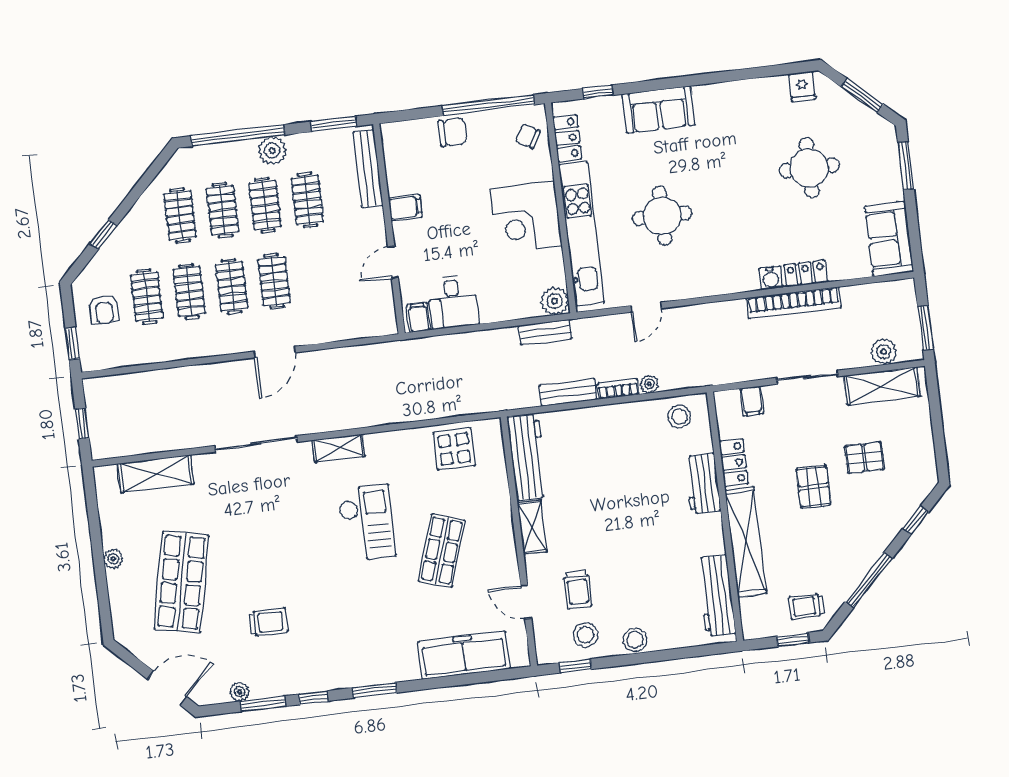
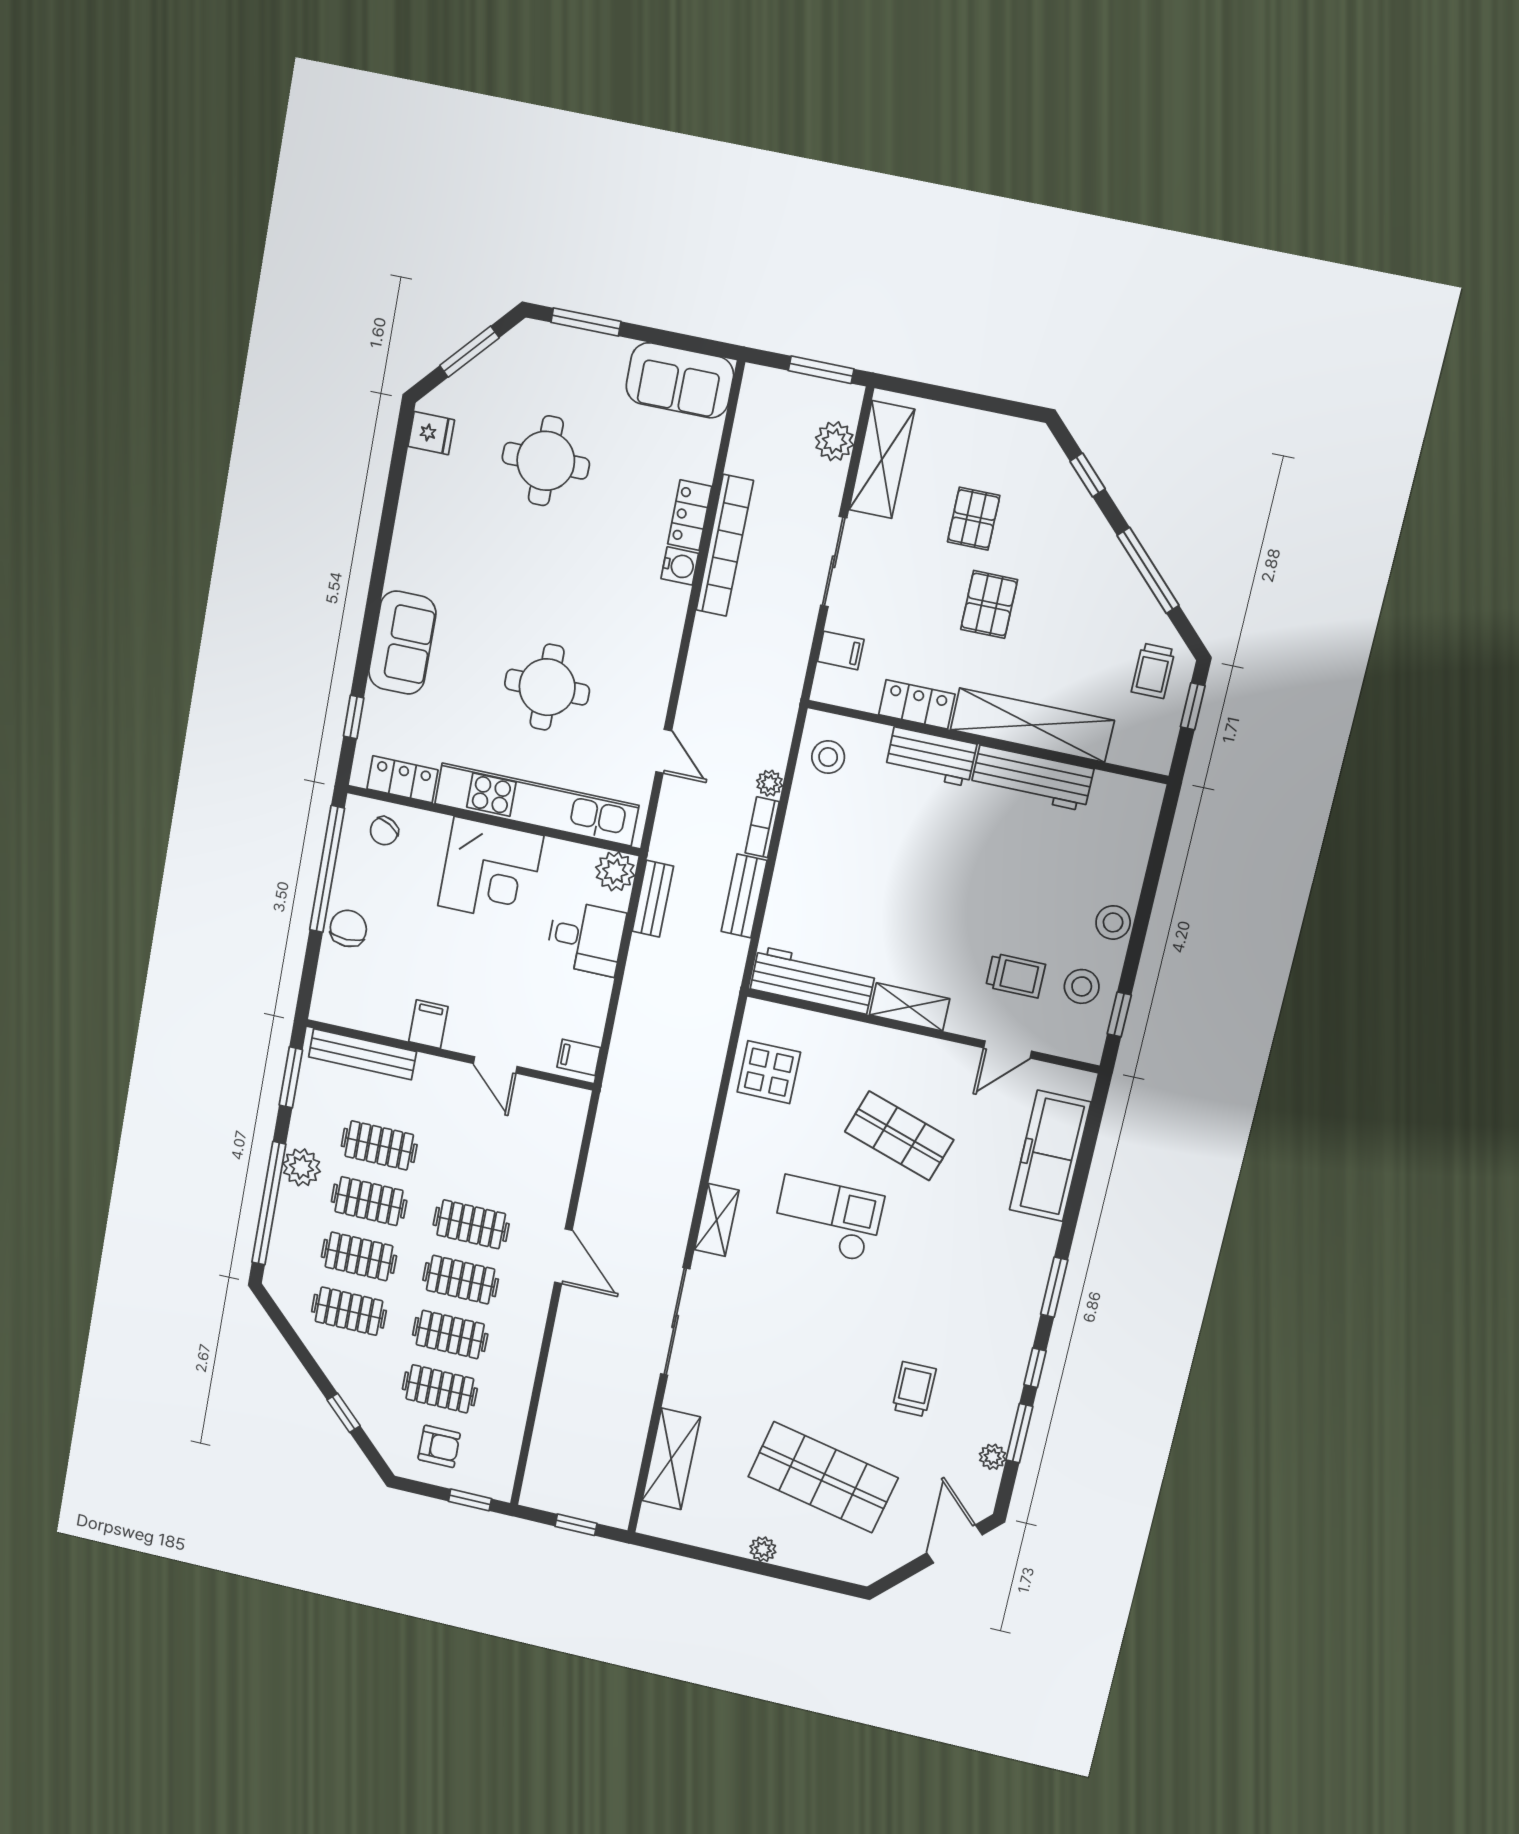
desk: (453, 302) -> (586, 938), moved
pallet: (813, 487) -> (989, 604), turned 90
workbench: (716, 596) -> (1032, 778), moved

